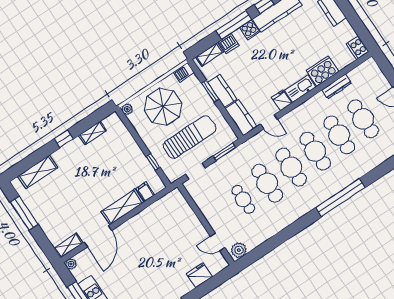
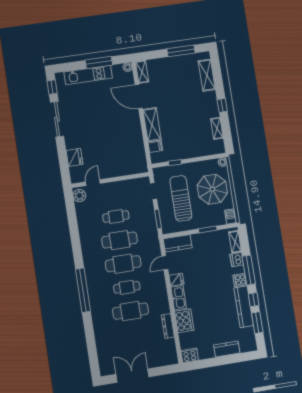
kitchen counter: (222, 91) -> (204, 239), removed
cafe table: (363, 119) -> (134, 335), removed
sun lounger: (190, 137) -> (181, 198), turned 180
cafe table: (315, 151) -> (127, 287), width x0.73, depth x0.74

